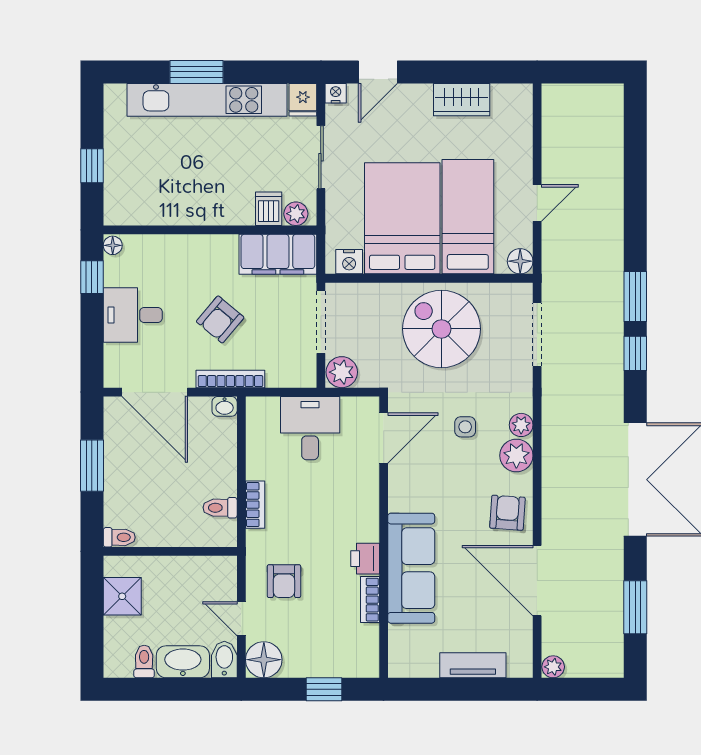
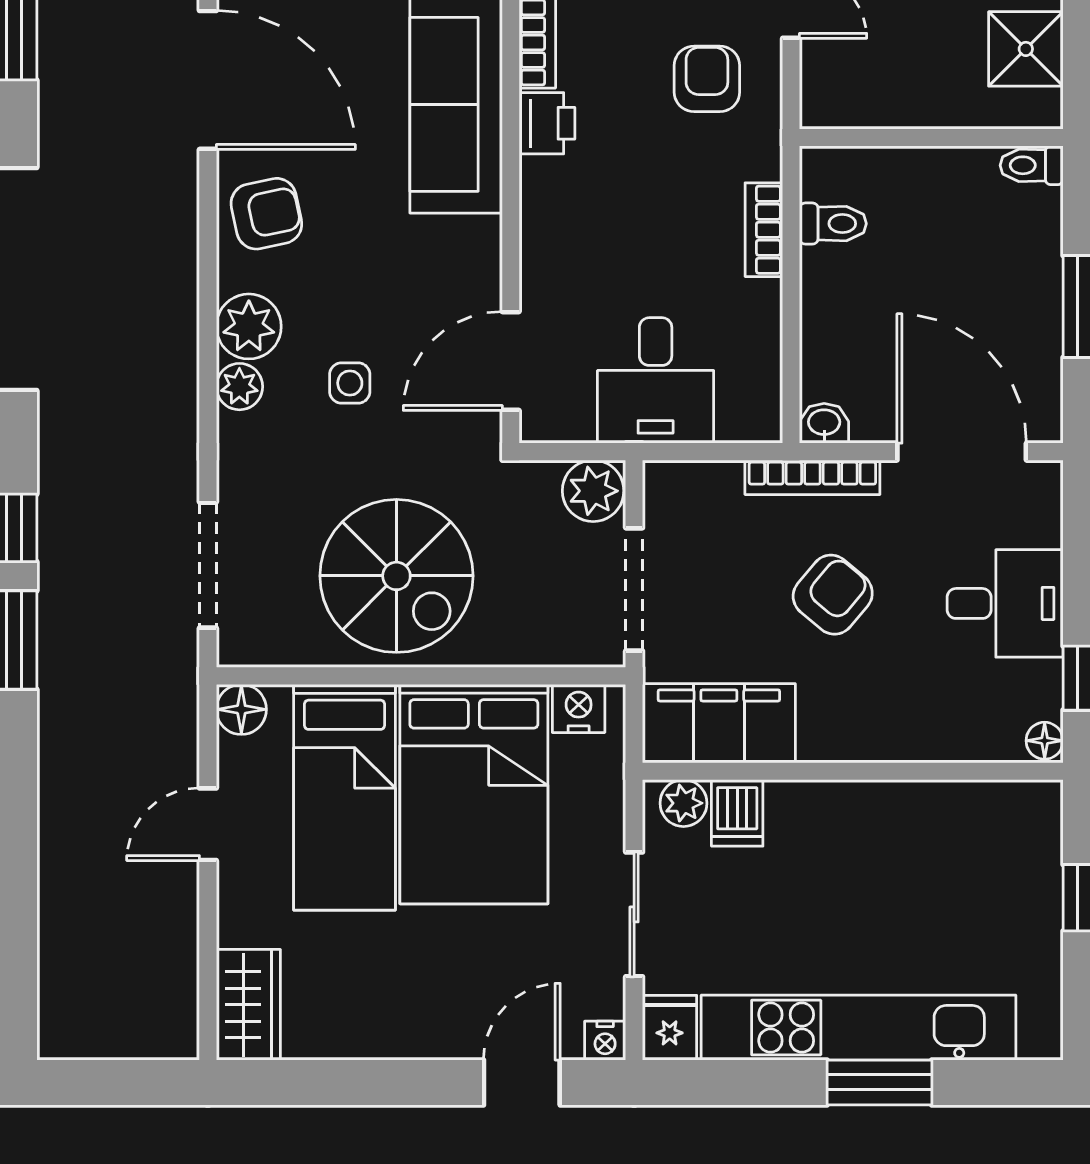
wardrobe: (462, 100) -> (248, 1005), moved, turned 90
armchair: (507, 513) -> (266, 214), turned -106

